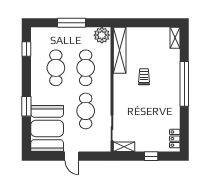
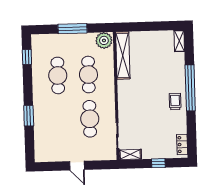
trolley: (144, 77) -> (175, 101), moved
booth: (47, 128) -> (51, 138), removed

